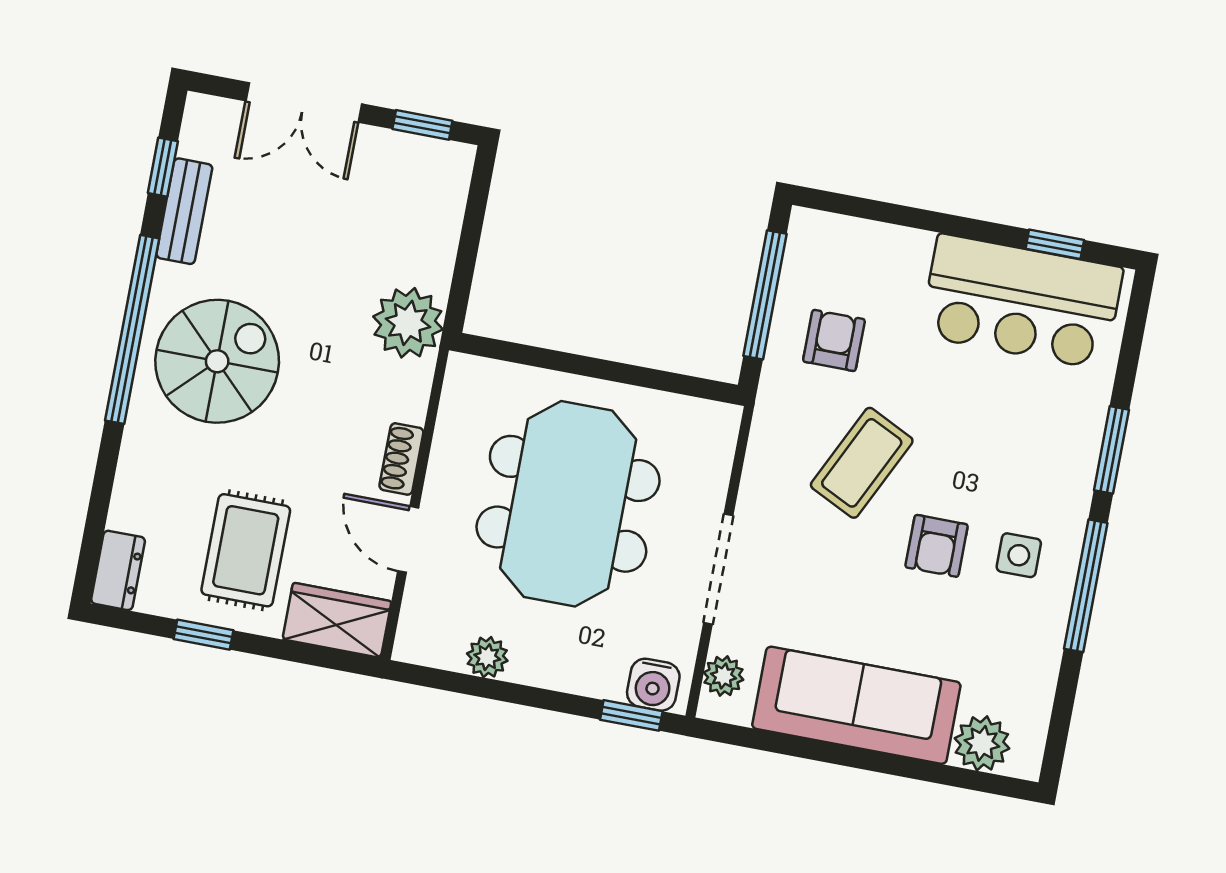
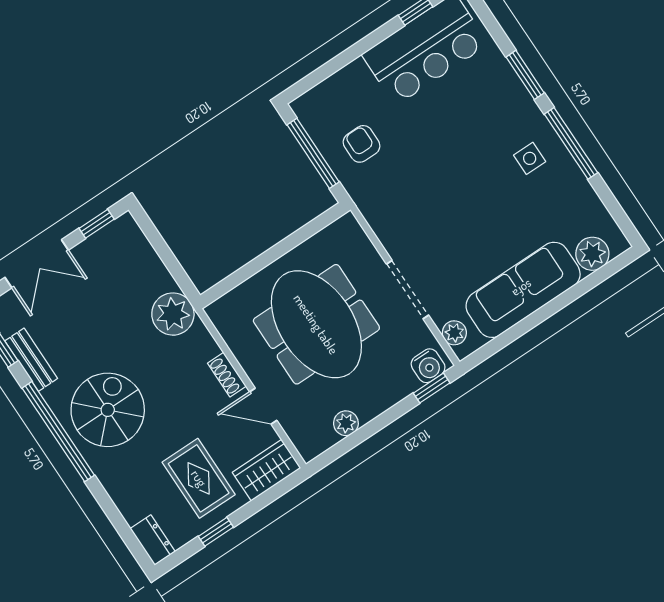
coffee table: (862, 463) -> (424, 184), removed
armchair: (937, 546) -> (491, 189), removed

